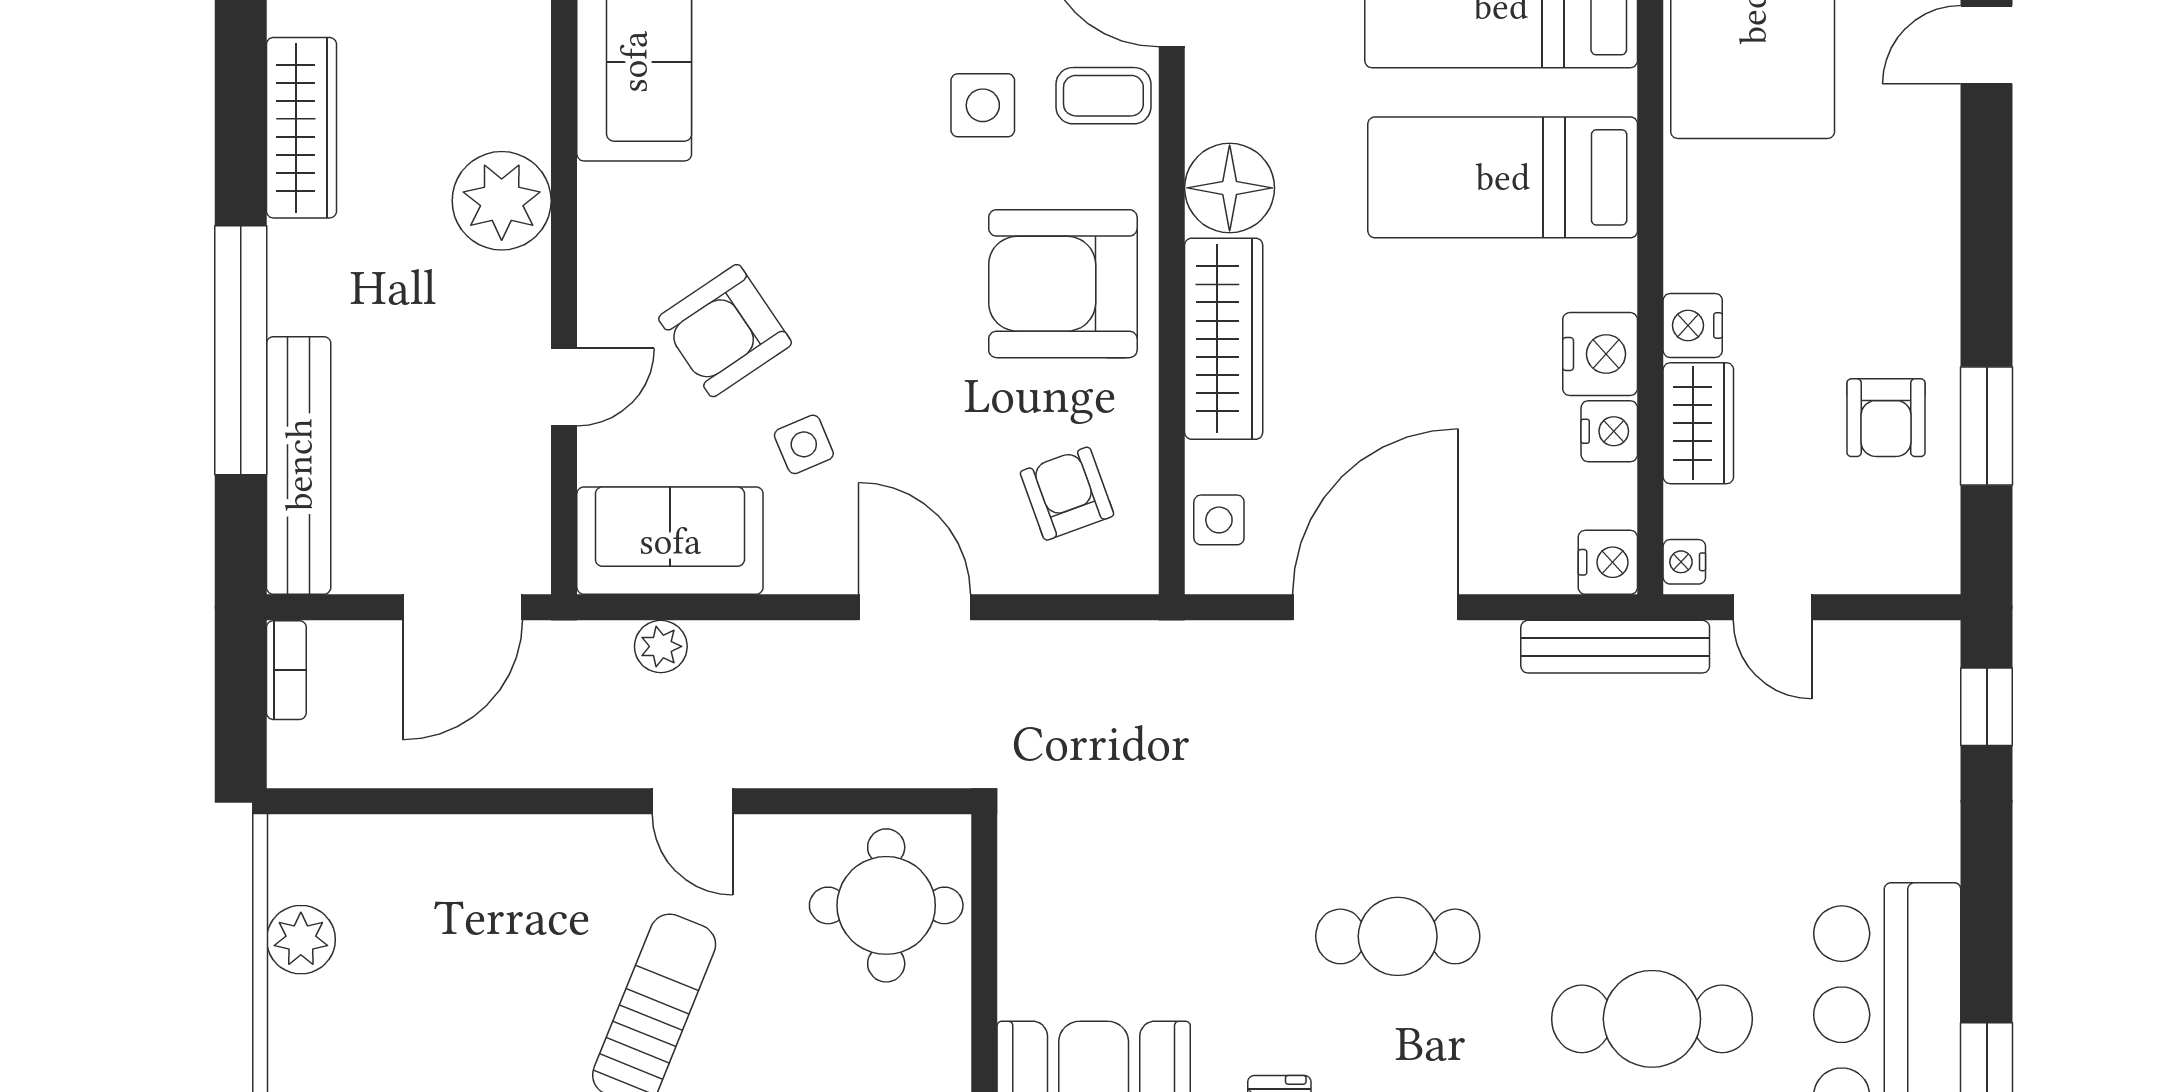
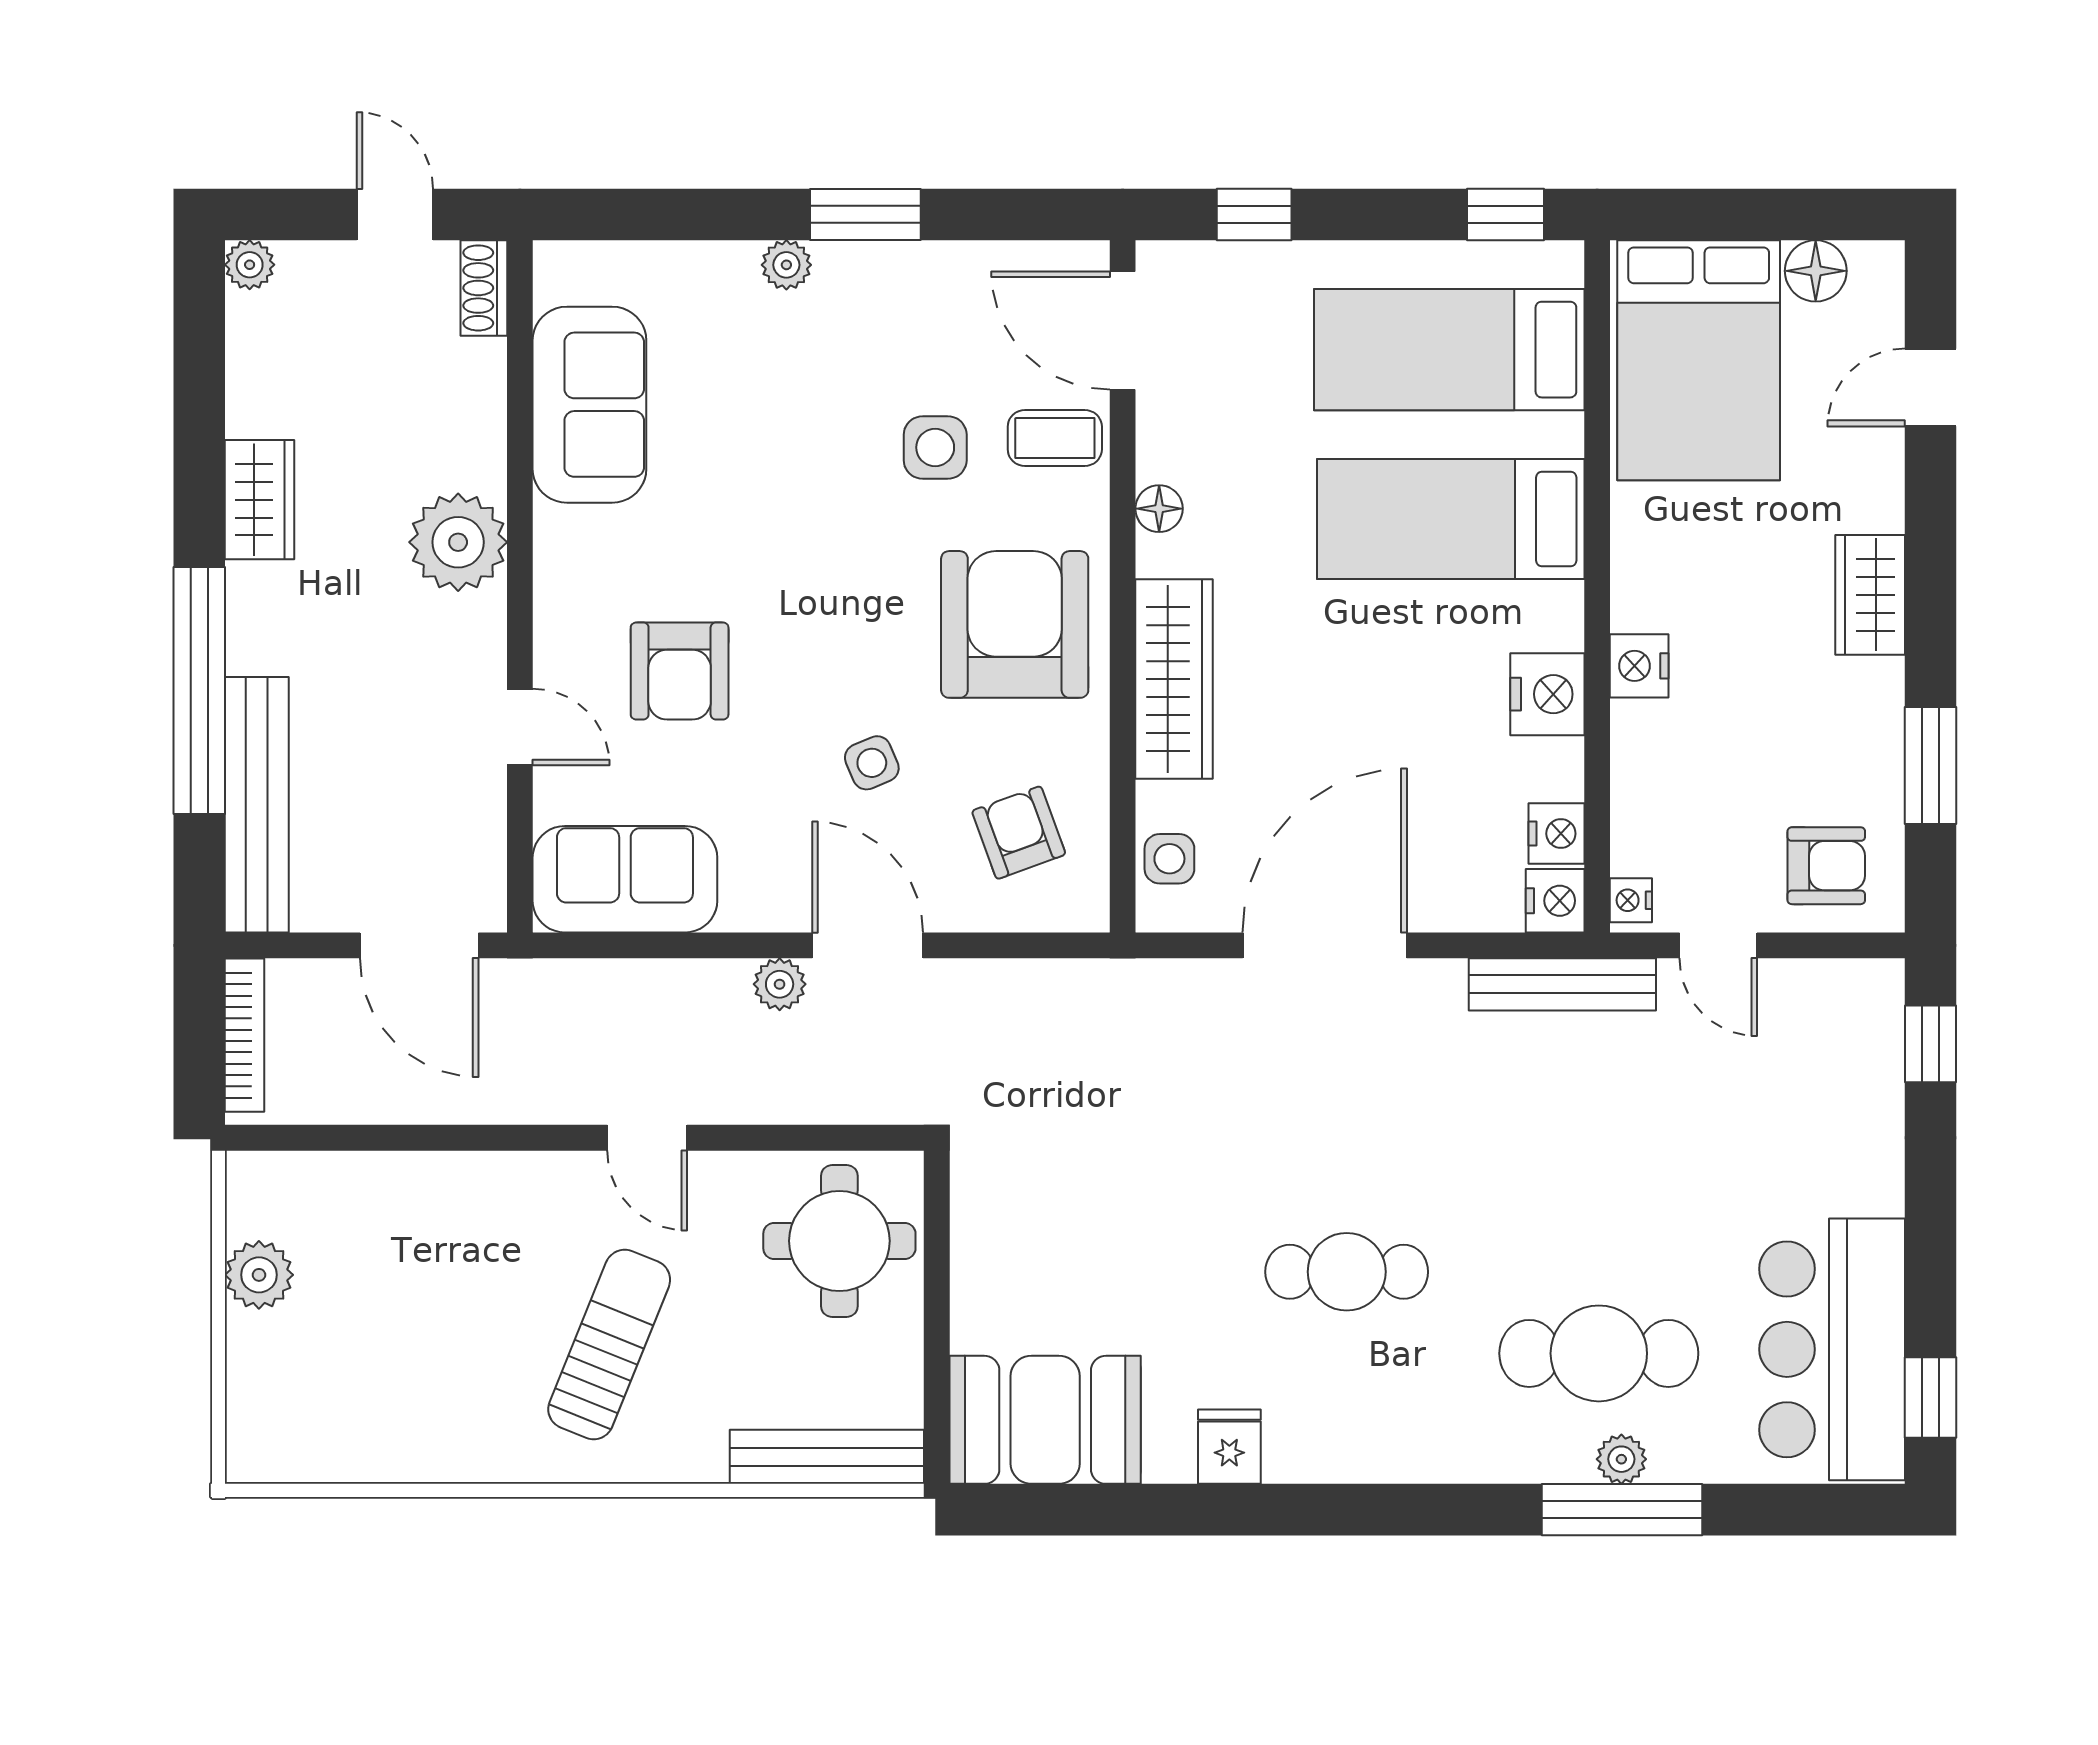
wardrobe: (301, 128) -> (260, 500), width x0.67
floor lamp: (1230, 188) -> (1159, 509), width x0.53, depth x0.53
armchair: (1063, 284) -> (1015, 624), turned 90
armchair: (725, 331) -> (680, 671), turned -56
door: (564, 387) -> (520, 727), hinge flipped
armchair: (1886, 418) -> (1826, 866), moved, turned -90
wardrobe: (1698, 423) -> (1870, 595), moved, turned 180
nightstand: (1609, 431) -> (1556, 834), moved
side table: (804, 444) -> (872, 763), moved
door: (462, 607) -> (419, 945), hinge flipped
plant: (661, 646) -> (780, 984), moved
bookcase: (286, 670) -> (245, 1035), width x1.56

